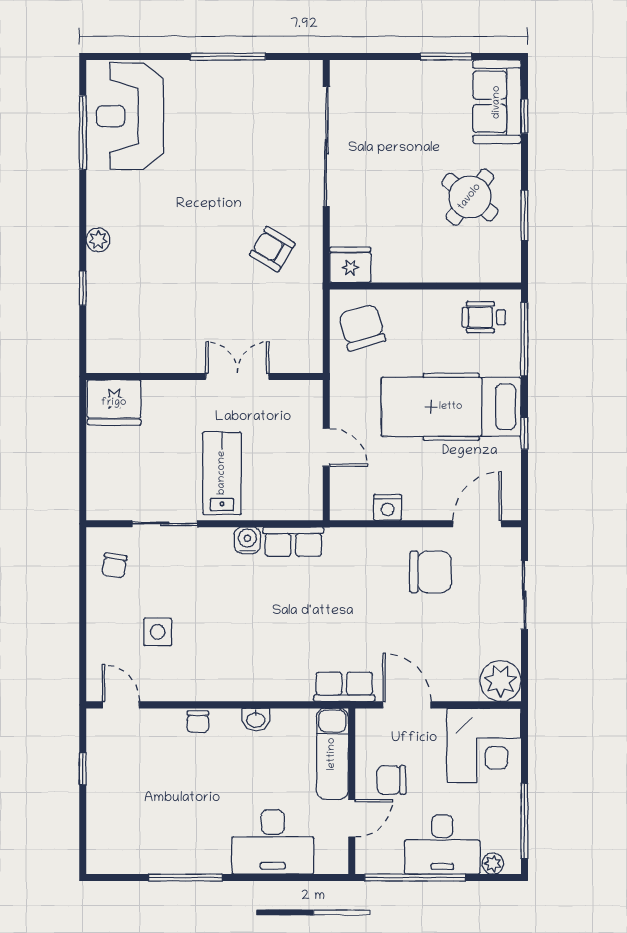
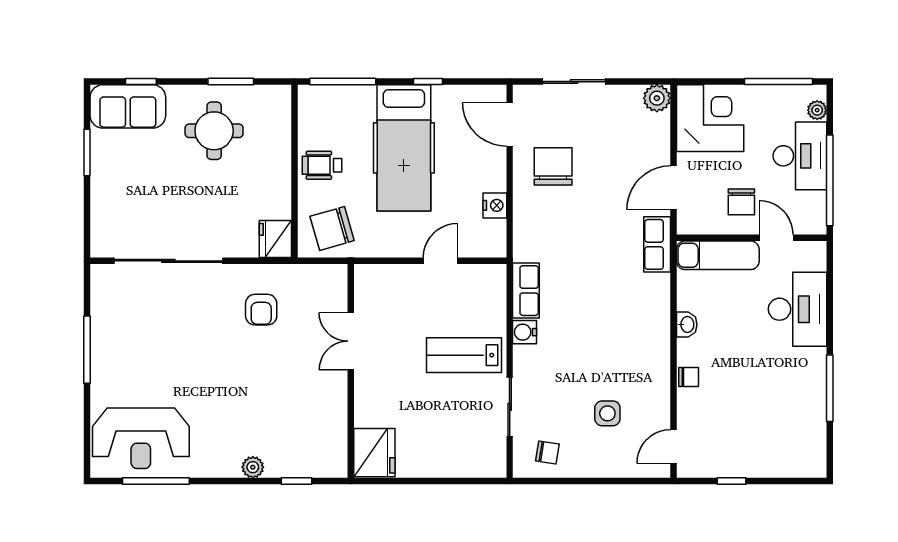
round table: (470, 197) -> (214, 131), turned -38
armchair: (272, 249) -> (261, 310), turned -31
wheelchair: (484, 317) -> (322, 165), moved, turned 90
wall: (205, 376) -> (351, 371), moved
double door: (237, 376) -> (351, 341), moved
fridge: (114, 403) -> (374, 453), moved
plant: (501, 681) -> (657, 98), width x0.73, depth x0.73

